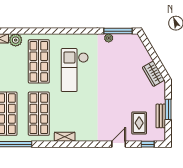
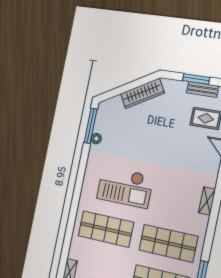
plant: (16, 40) -> (76, 251), removed
wardrobe: (153, 74) -> (142, 93), width x1.50
shelving: (65, 137) -> (207, 201), moved

